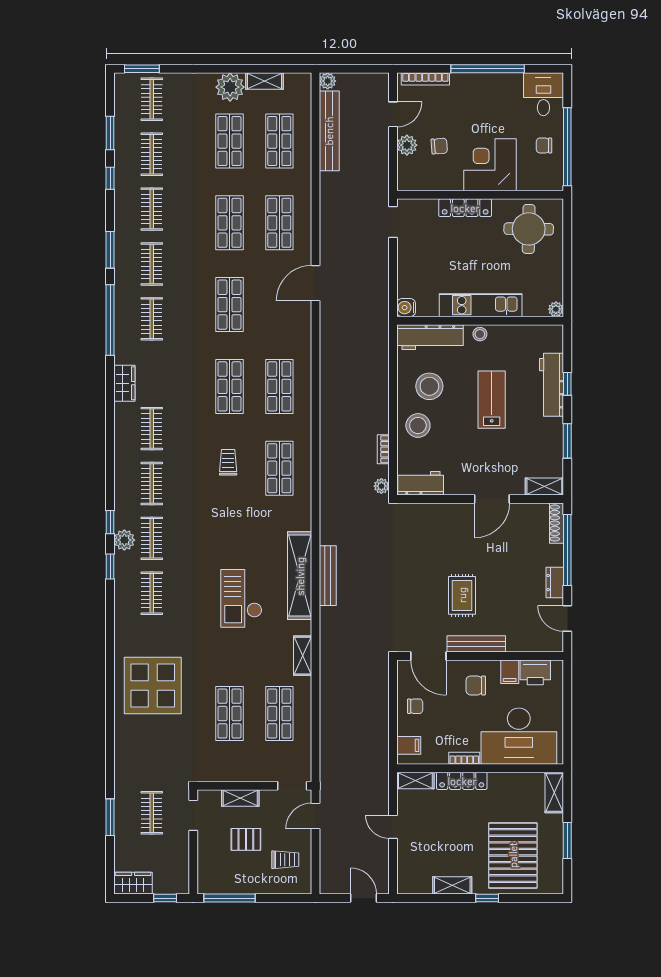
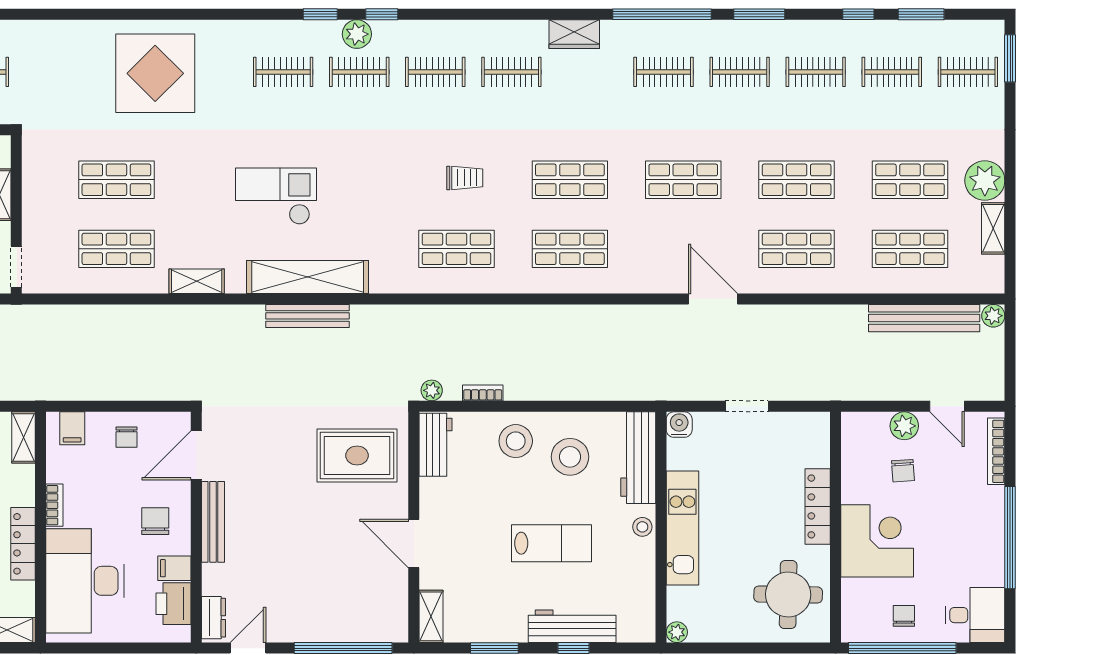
doorway: (393, 222) -> (747, 406), moved
shoe rack: (557, 523) -> (380, 633), removed
dresser: (555, 583) -> (214, 618), moved, turned 90
rug: (462, 595) -> (357, 455), moved, width x1.36, depth x1.43
locker: (462, 781) -> (23, 544), moved

